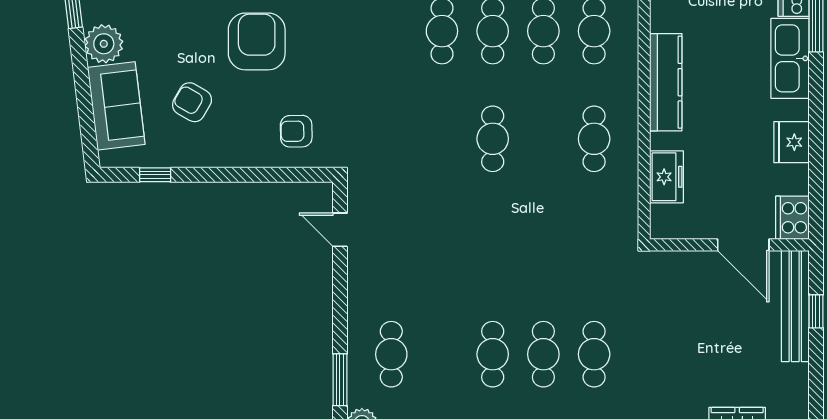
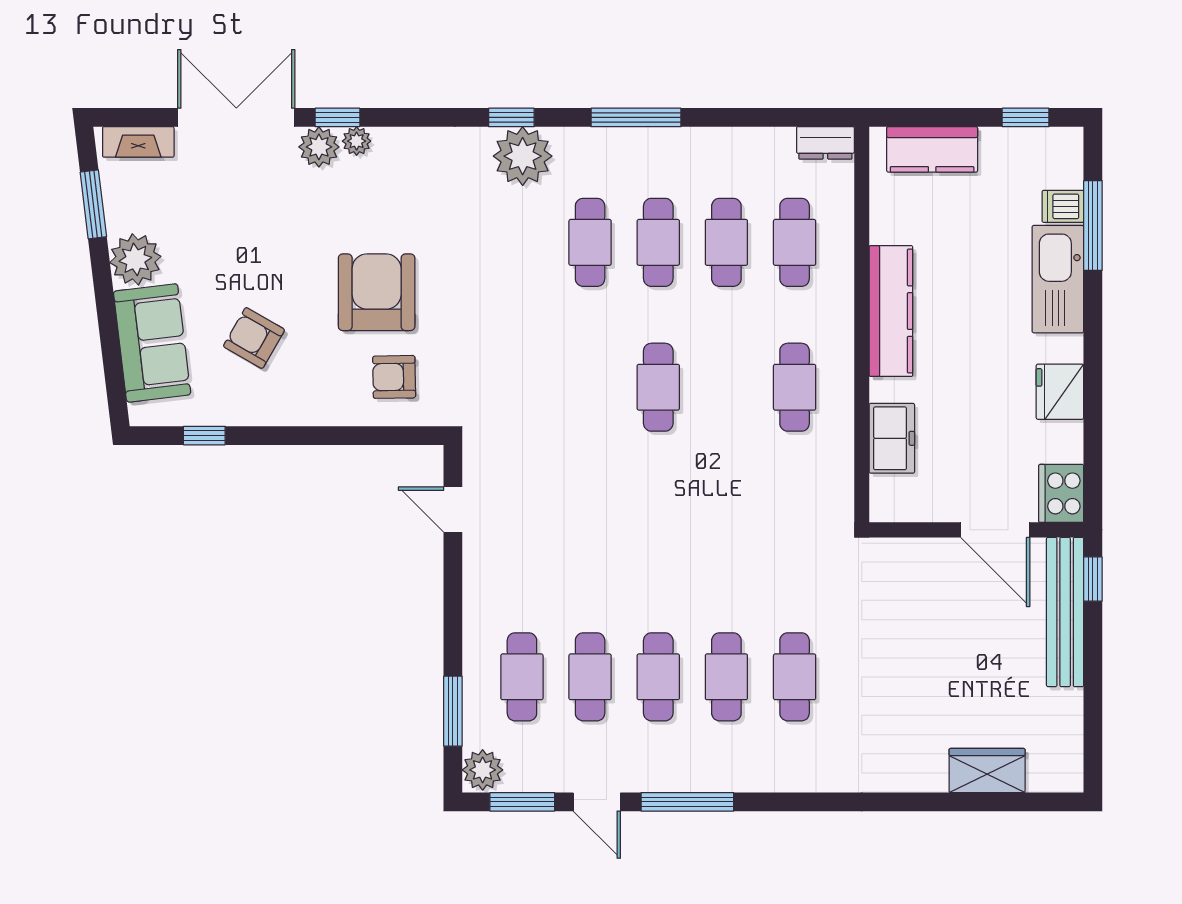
armchair: (257, 41) -> (377, 292), moved
window: (816, 311) -> (1093, 579), moved
cafe table: (442, 354) -> (590, 677), added

